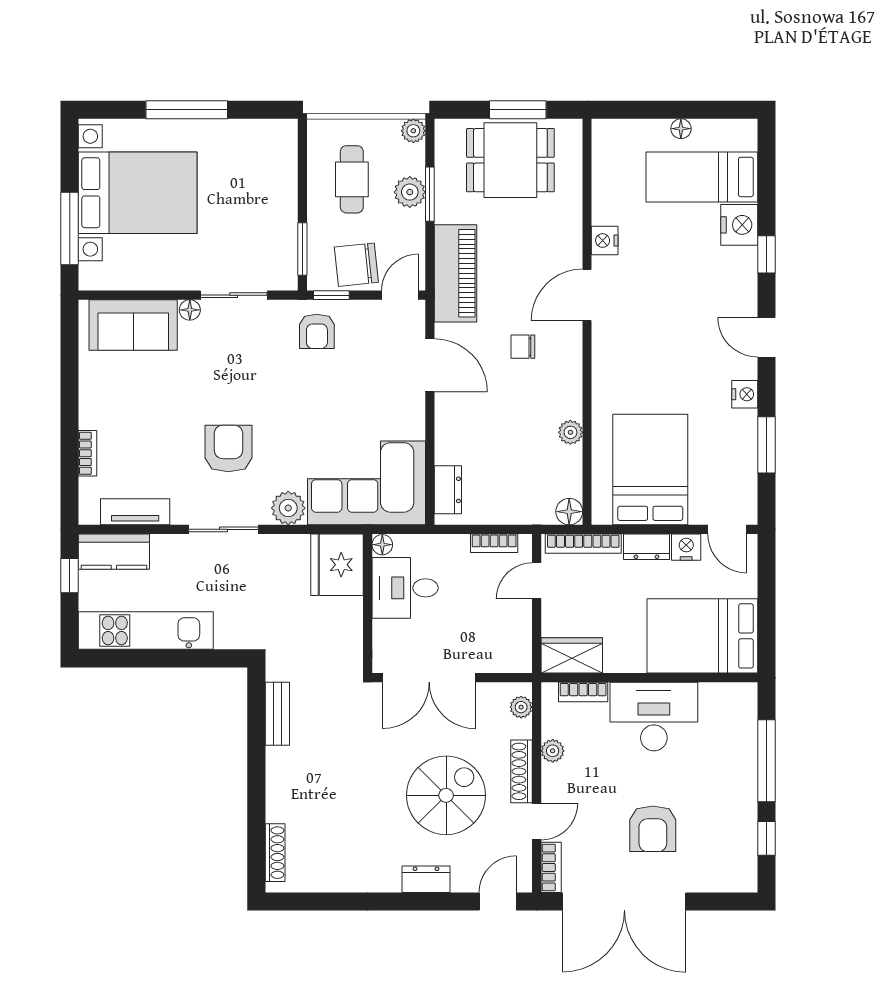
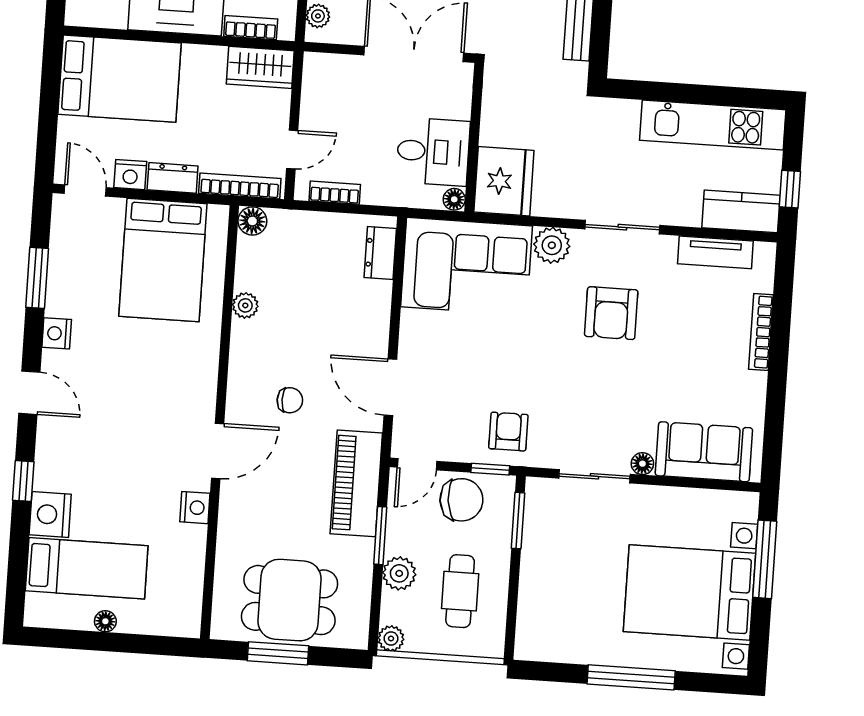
window: (430, 194) -> (380, 536), moved
bookcase: (88, 453) -> (761, 332), width x1.56

